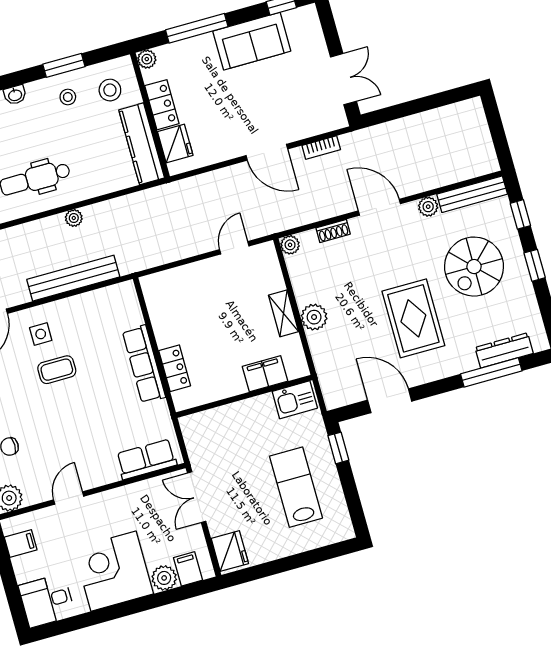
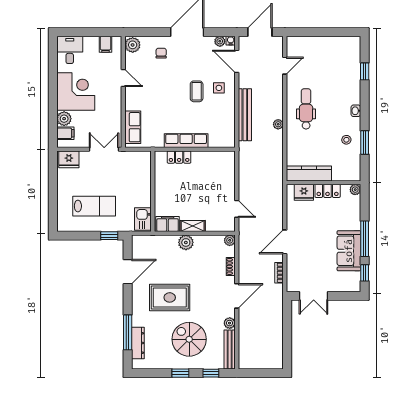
window: (197, 28) -> (365, 239), moved
stool: (110, 90) -> (344, 164), removed
filing cabinet: (265, 374) -> (168, 224), moved, turned -90

